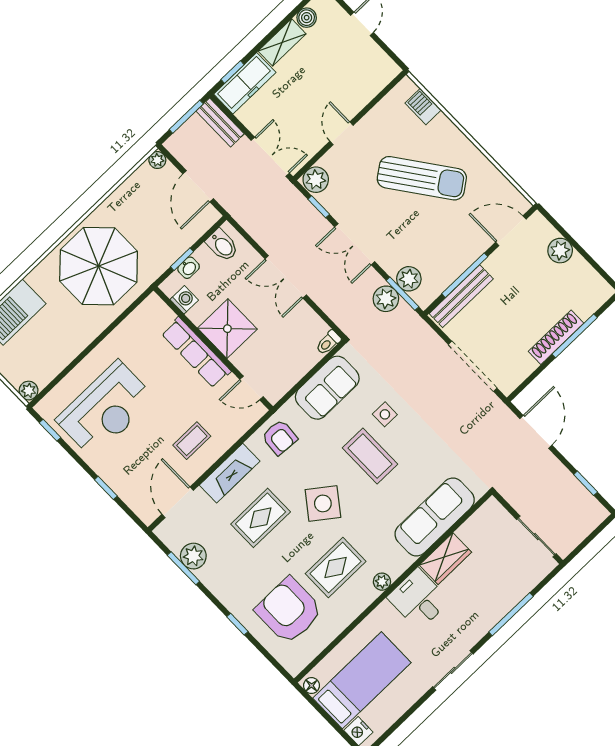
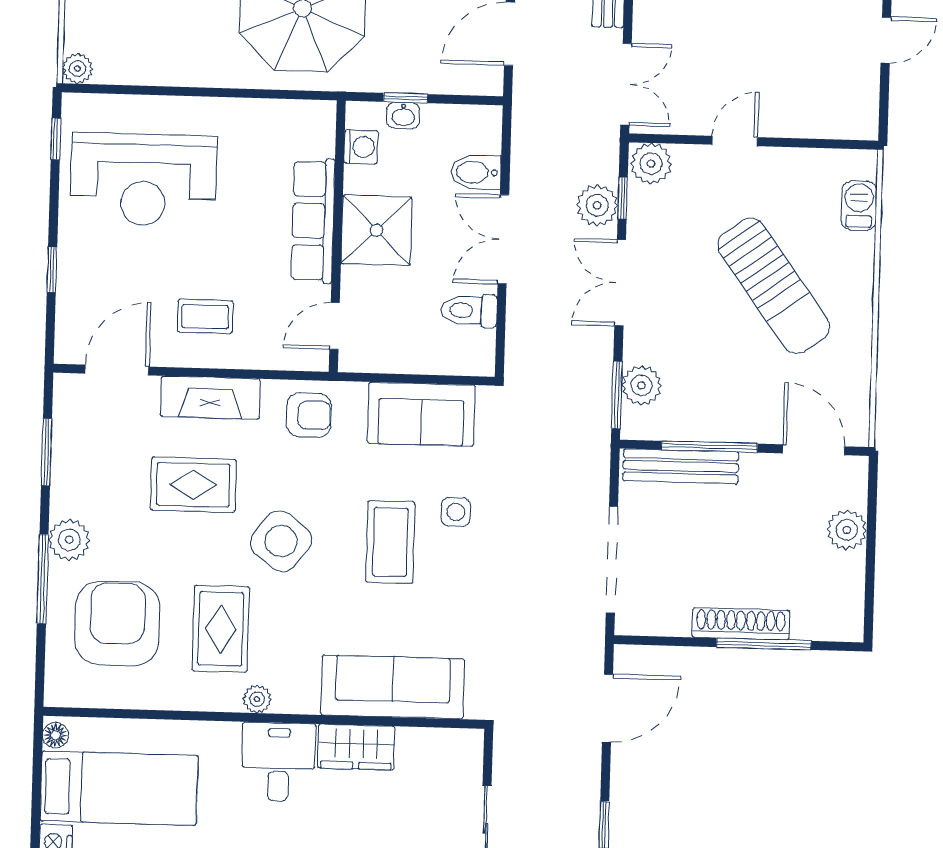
bidet: (222, 245) -> (476, 172), moved, turned 90
plant: (386, 299) -> (597, 205), moved
toilet: (328, 343) -> (469, 310), moved, width x1.37, depth x1.39
door: (251, 388) -> (335, 326), hinge flipped
armchair: (280, 437) -> (309, 415), turned -94
plant: (193, 556) -> (69, 540), moved
rug: (336, 567) -> (221, 629), turned 90
window: (237, 624) -> (43, 579), width x2.17

